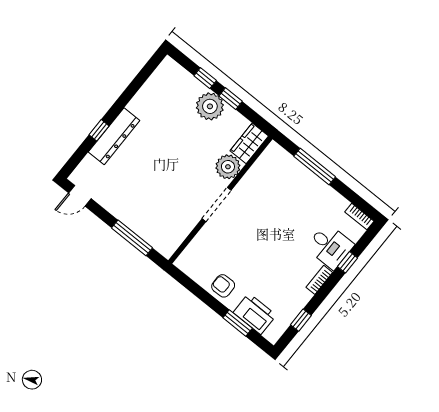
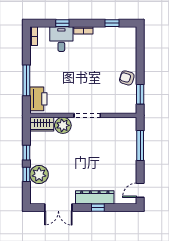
double door: (136, 84) -> (58, 208), added
plant: (210, 106) -> (39, 175), moved
door: (80, 196) -> (140, 190), swing flipped
armchair: (223, 286) -> (127, 78), turned 107
printer: (255, 314) -> (38, 99), moved, turned 180
window: (238, 323) -> (140, 94), moved

